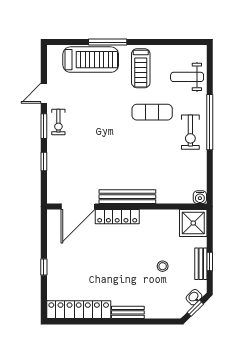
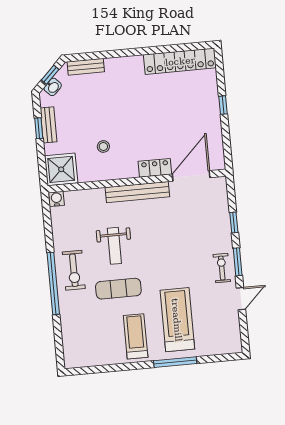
treadmill: (91, 60) -> (177, 320), moved, turned 90
weight bench: (187, 77) -> (114, 246), moved, turned 90
exercise bike: (190, 132) -> (74, 270), turned 180
locker: (117, 217) -> (155, 168), width x0.66
stool: (163, 266) -> (103, 146), moved
bench: (128, 312) -> (86, 67), moved

